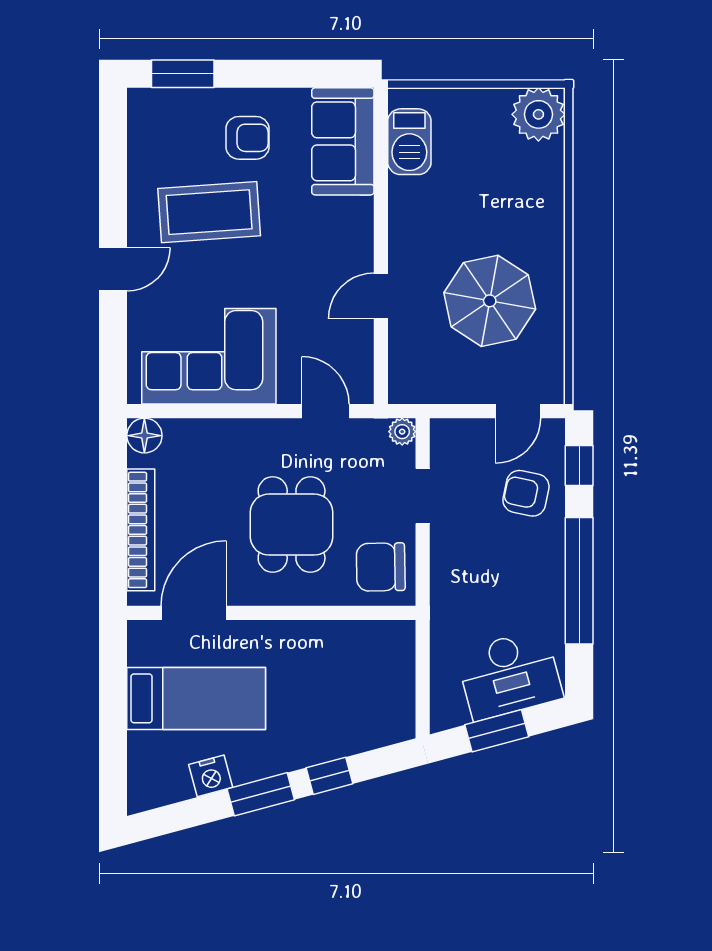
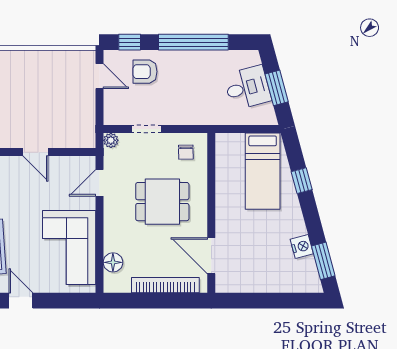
parasol: (490, 301) -> (38, 92), removed
floor lamp: (144, 436) -> (113, 262), moved
armchair: (526, 493) -> (145, 72), turned 78
chair: (381, 567) -> (186, 152), width x0.54, depth x0.54
desk: (509, 675) -> (247, 88), width x0.73
bed: (196, 698) -> (263, 171), moved, turned 180
window: (261, 794) -> (323, 261), moved

